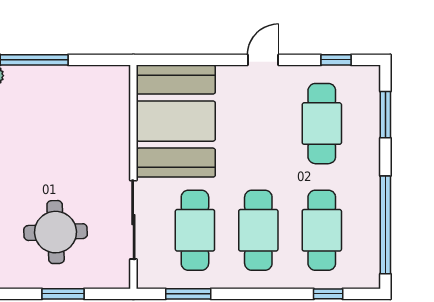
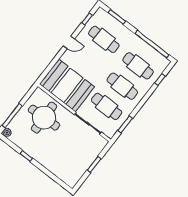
door: (263, 60) -> (69, 42), swing flipped
round table: (56, 232) -> (44, 118), moved, width x1.36, depth x1.36

